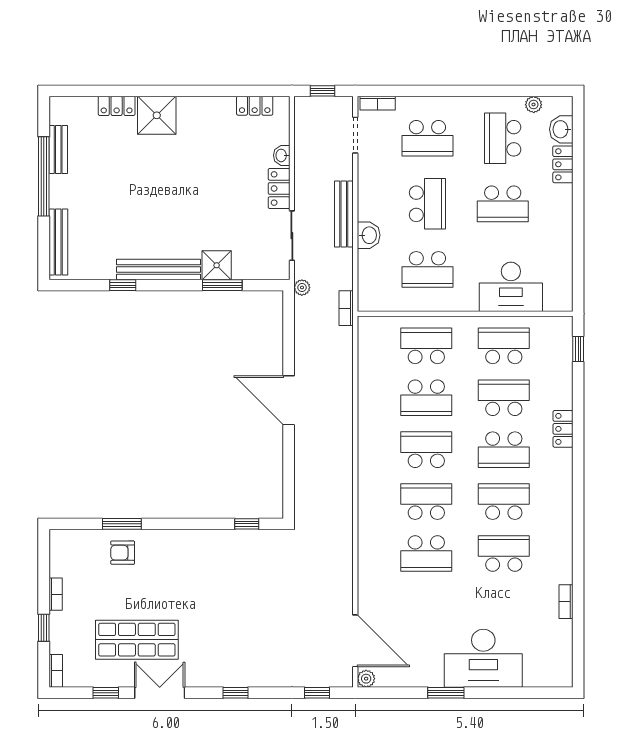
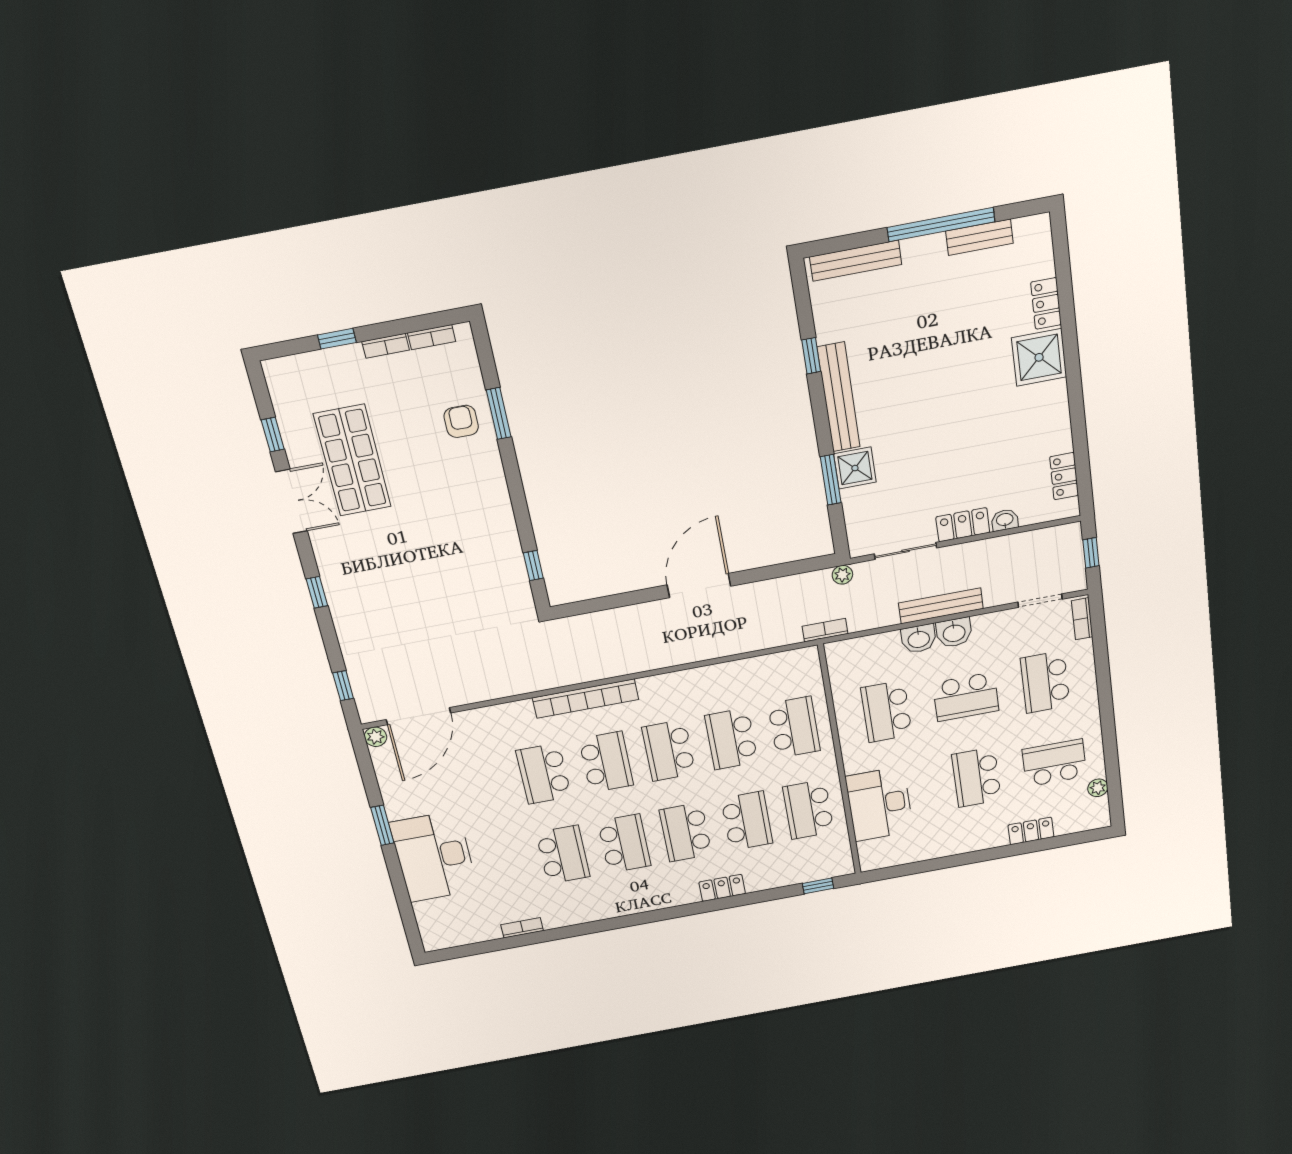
washbasin: (561, 129) -> (954, 633), moved, turned 180
school desk: (504, 346) -> (808, 810), turned 180
school desk: (426, 450) -> (669, 750), turned 180
bookcase: (367, 507) -> (585, 699), added
bookcase: (56, 671) -> (432, 337), moved

